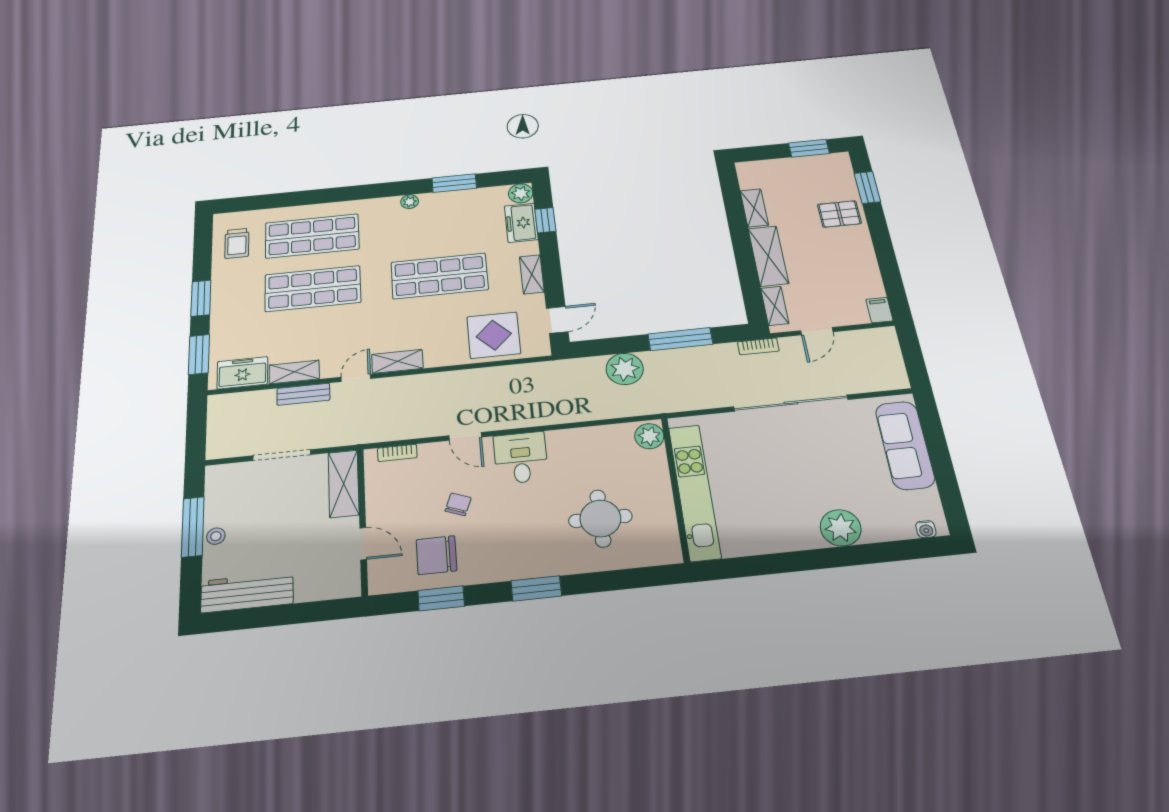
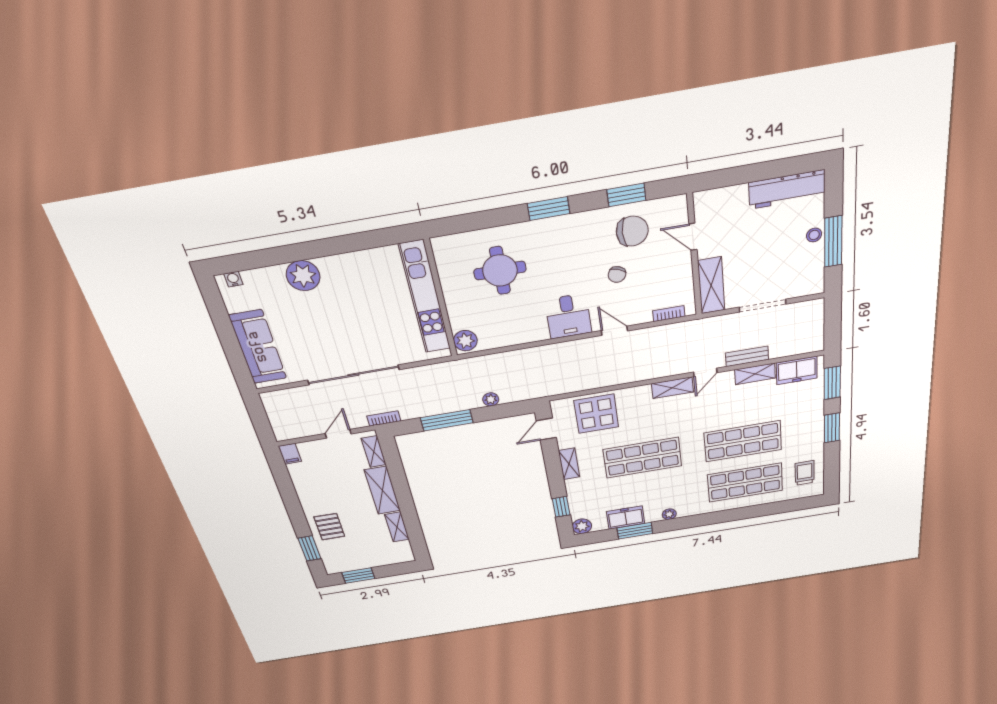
pallet: (839, 214) -> (329, 527), turned 90
freezer: (521, 223) -> (626, 518), moved, turned -90
plant: (625, 369) -> (491, 399), width x0.53, depth x0.53

